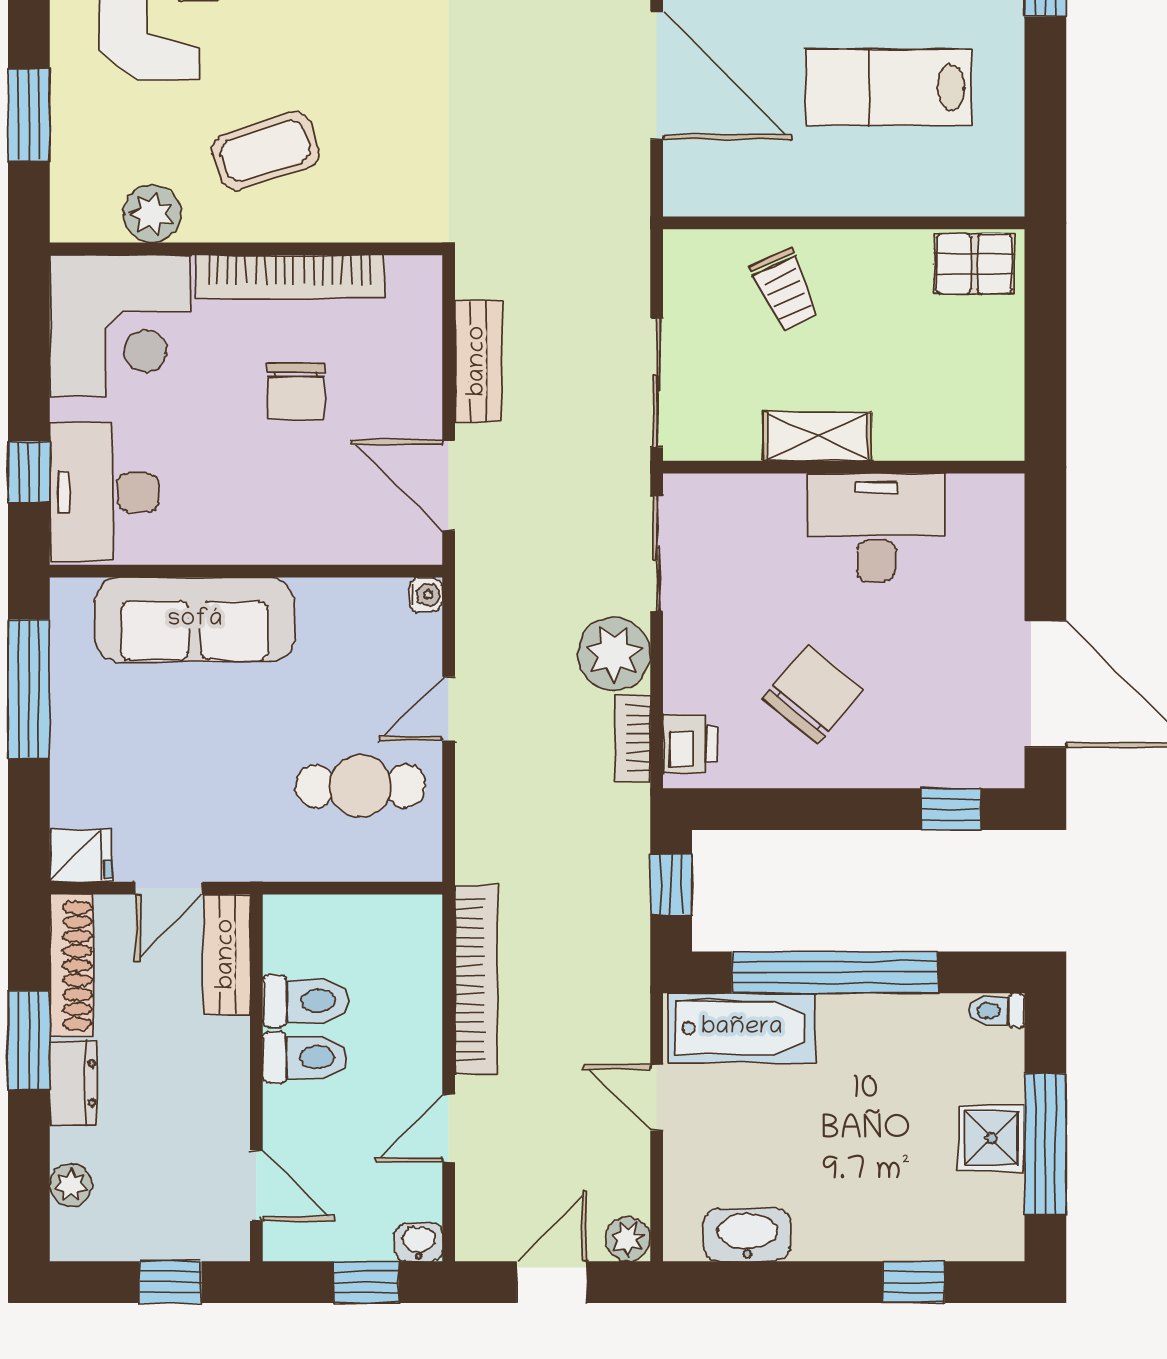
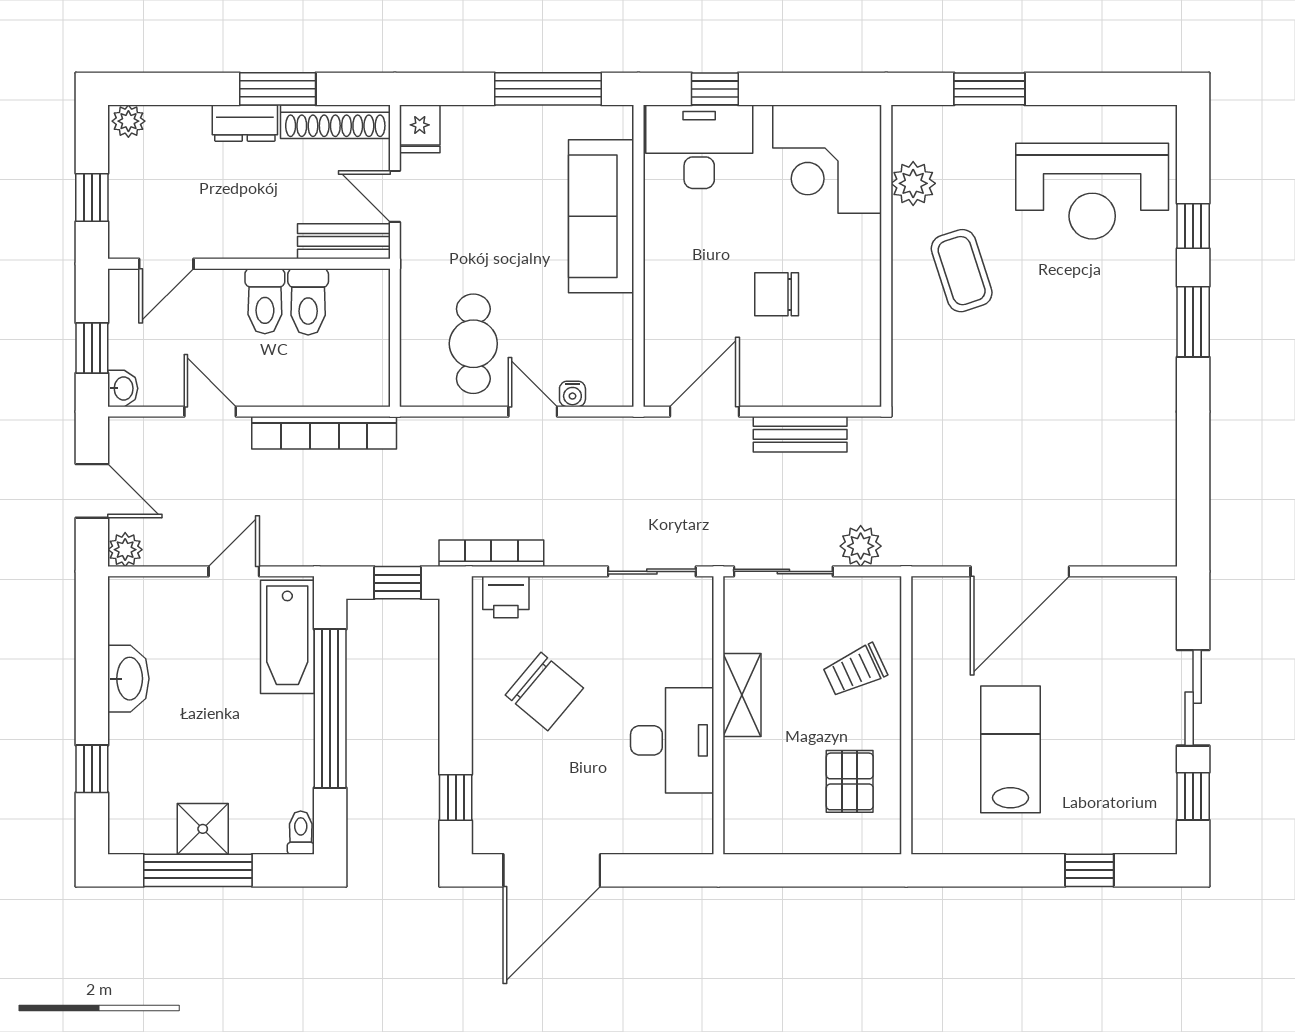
pallet: (974, 264) -> (850, 781), moved
bookcase: (289, 277) -> (865, 289), removed
water cooler: (426, 595) -> (572, 394), moved
plant: (614, 654) -> (861, 546), moved, width x0.73, depth x0.73
bookcase: (633, 738) -> (491, 553), width x1.56
plant: (71, 1185) -> (128, 121), moved
washbasin: (747, 1235) -> (128, 679), moved

